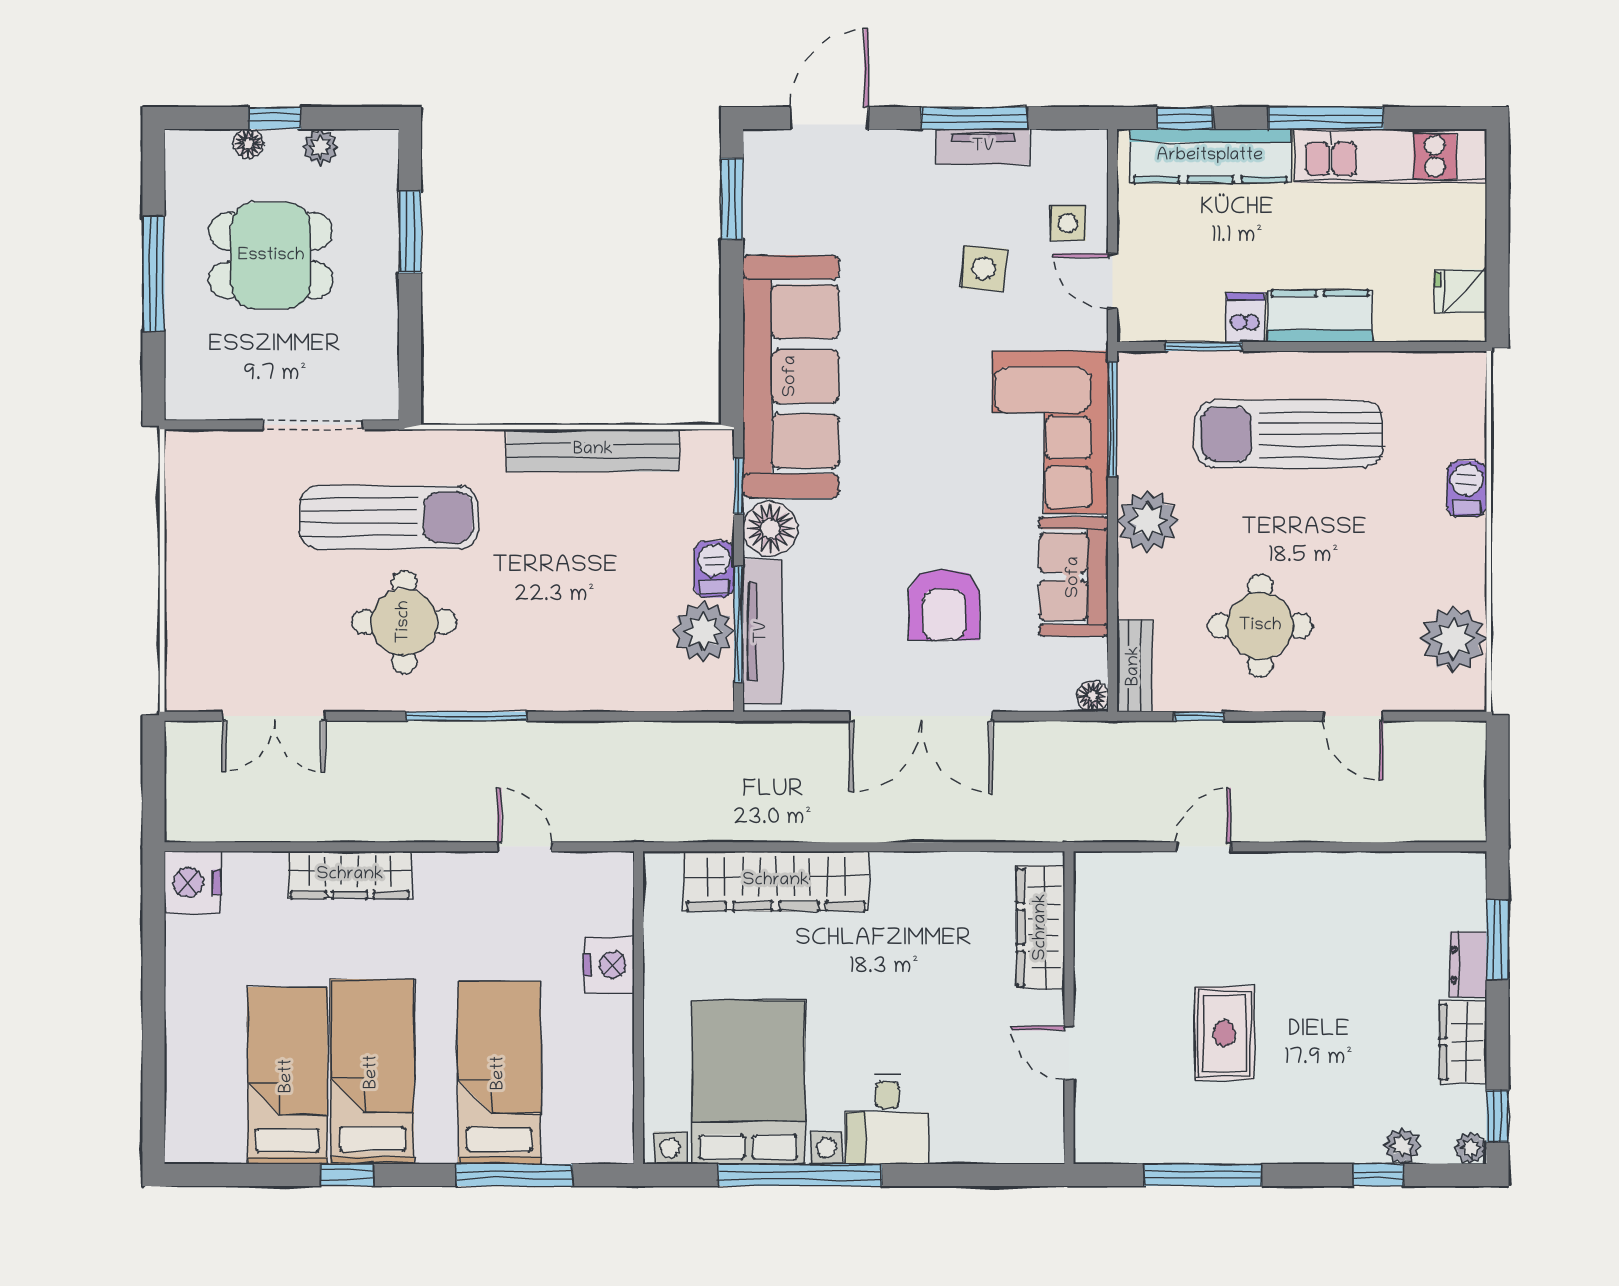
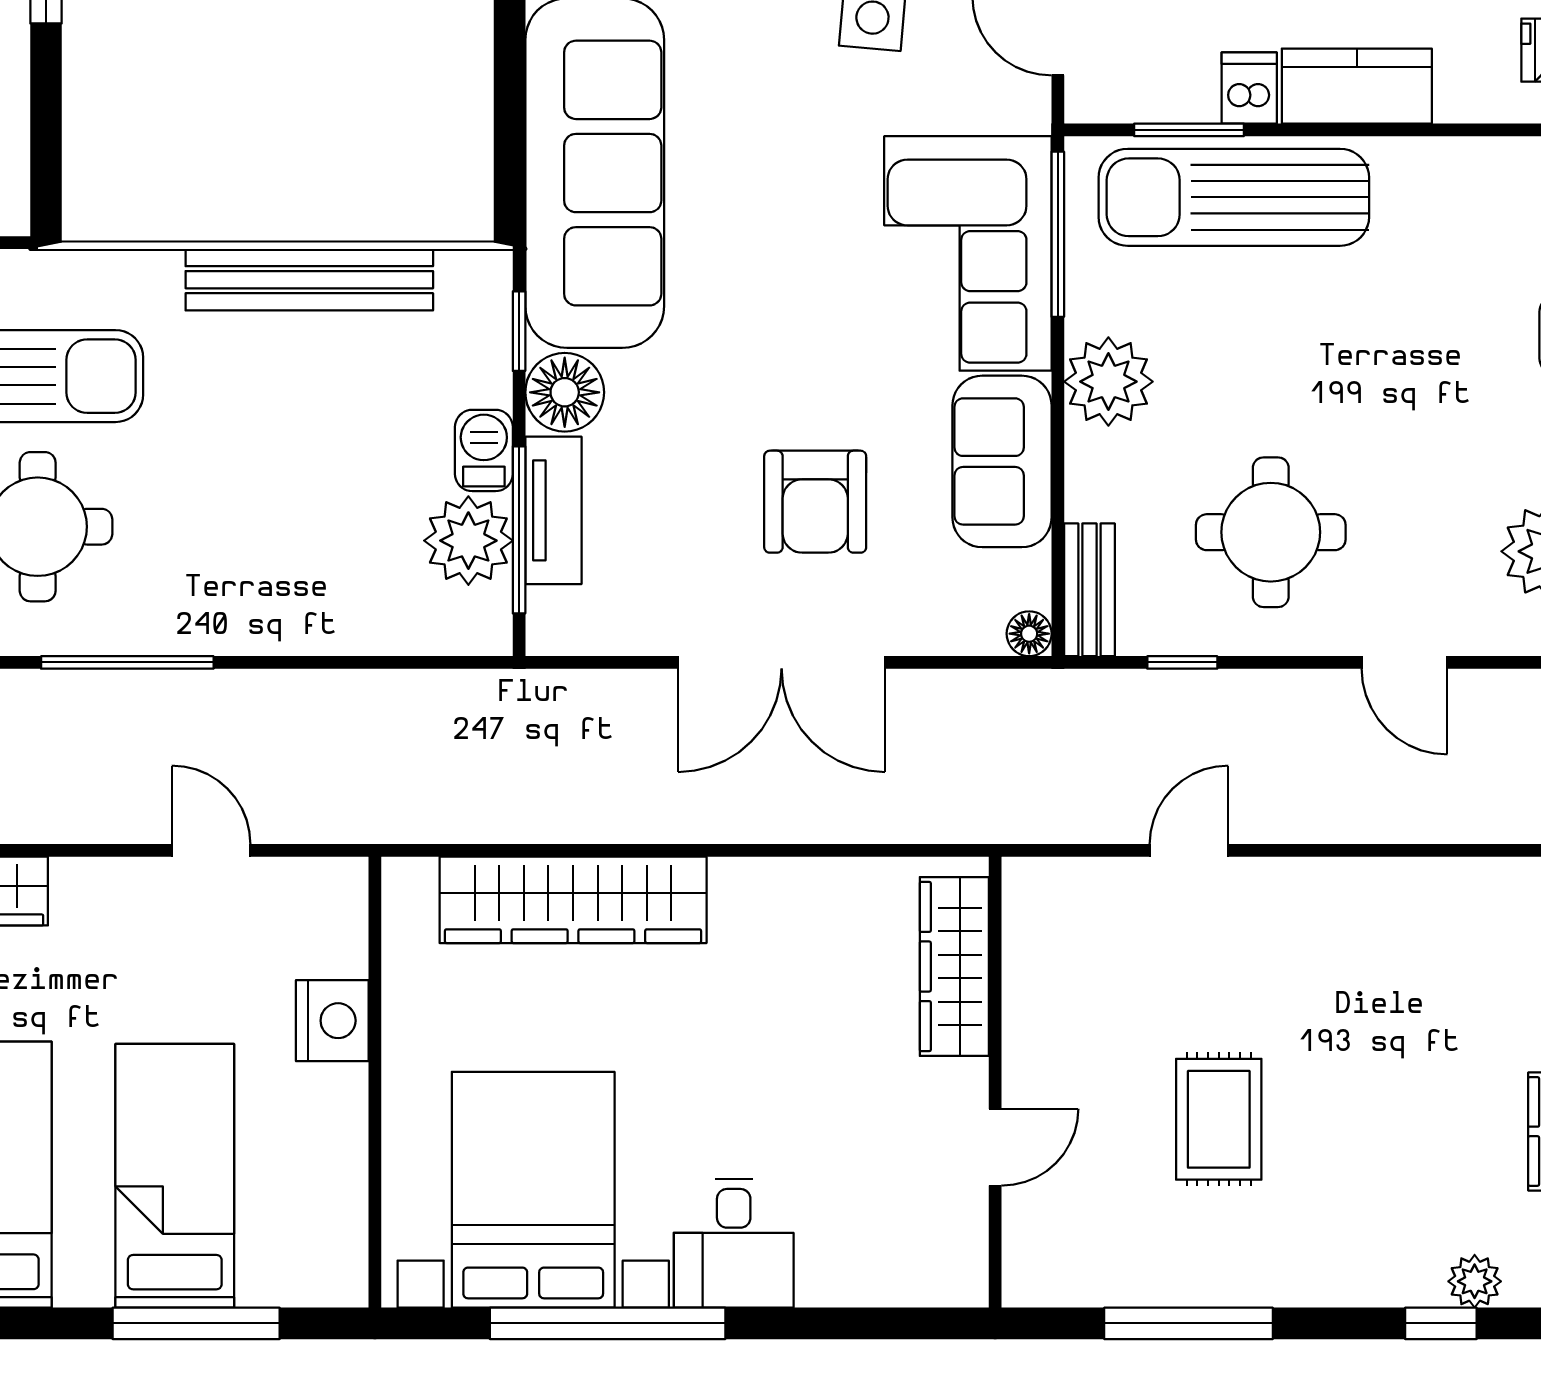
sun lounger: (1289, 434) -> (1234, 197), moved
tv unit: (762, 632) -> (553, 510), width x0.71
door: (1069, 1053) -> (995, 1147), swing flipped

